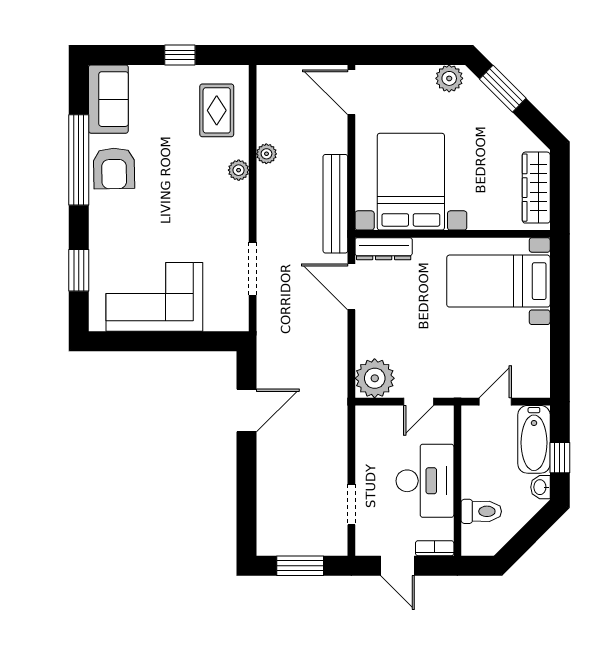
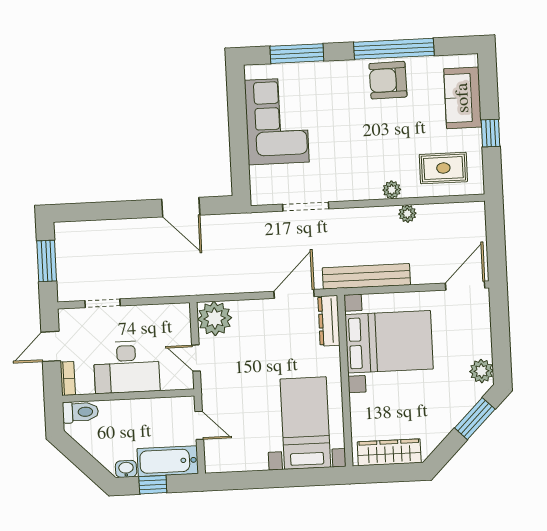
sofa: (108, 99) -> (463, 98), moved, turned 90
window: (79, 270) -> (297, 54), width x1.44
toilet: (481, 511) -> (80, 412), moved, turned -90

